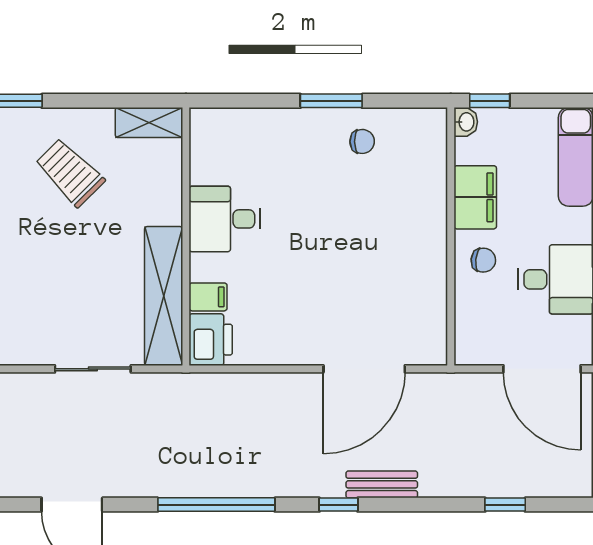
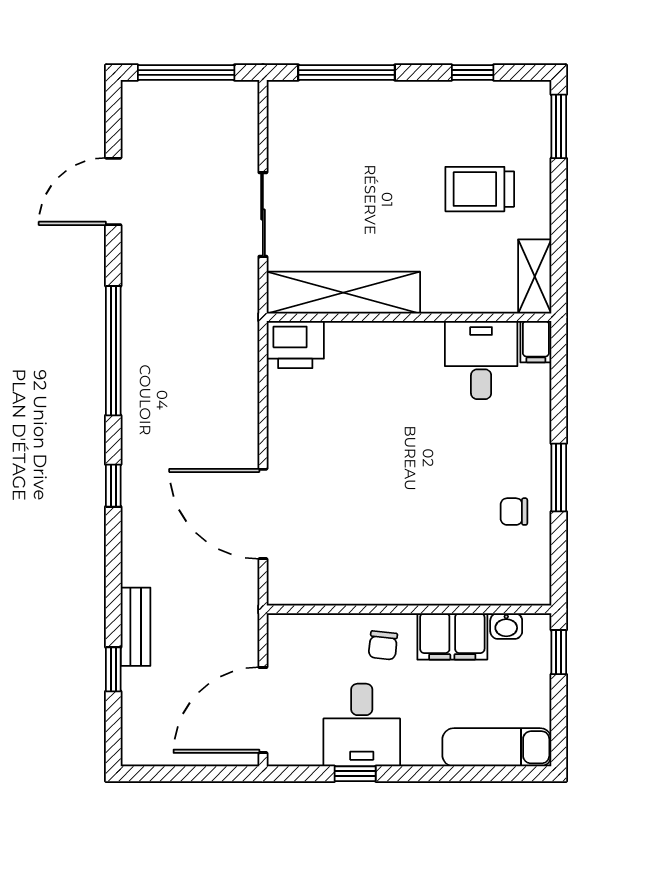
washbasin: (466, 122) -> (506, 626), moved
chair: (362, 141) -> (514, 512), turned 91
trolley: (70, 172) -> (480, 189), turned -135
desk: (225, 219) -> (481, 360), moved
filing cabinet: (208, 297) -> (536, 342), moved
bench: (382, 484) -> (135, 627), moved

